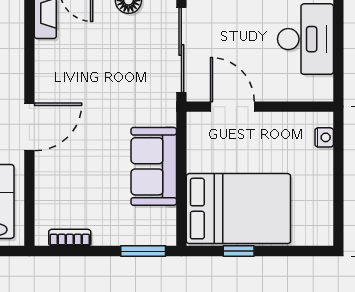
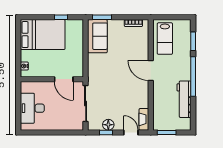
door: (29, 127) -> (151, 70), hinge flipped
sofa: (154, 166) -> (97, 36), moved
bed: (238, 209) -> (43, 35), moved, turned 180

